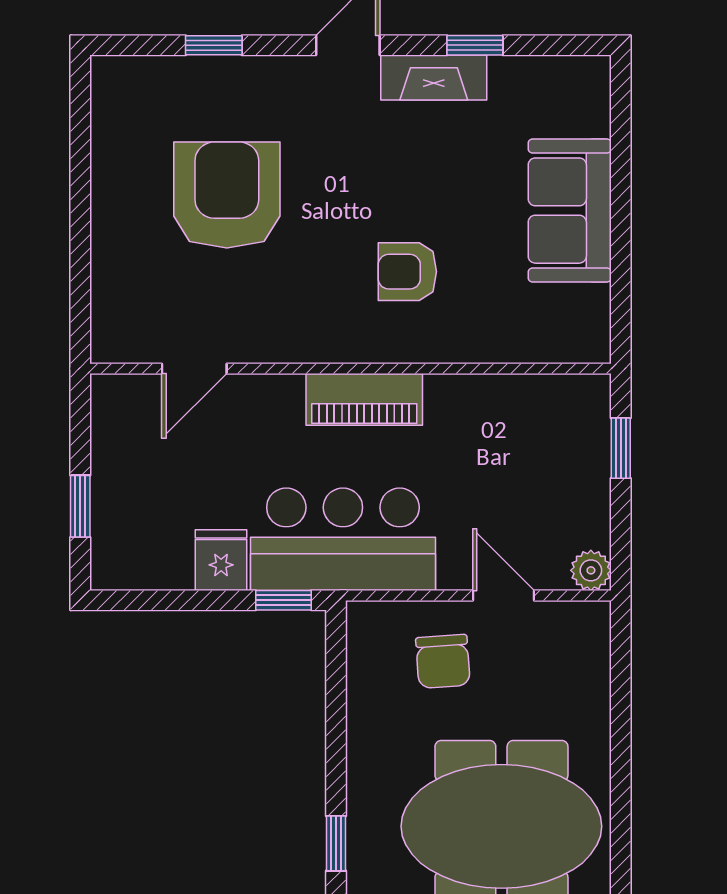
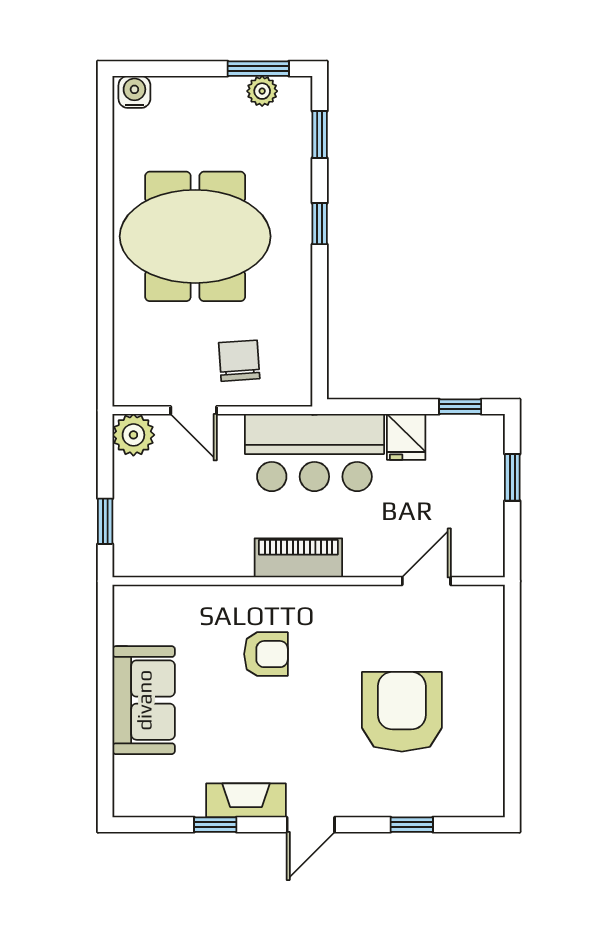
armchair: (227, 195) -> (402, 712), turned 180
plant: (591, 570) -> (133, 435), width x1.38, depth x1.38
window: (283, 600) -> (460, 407), moved

